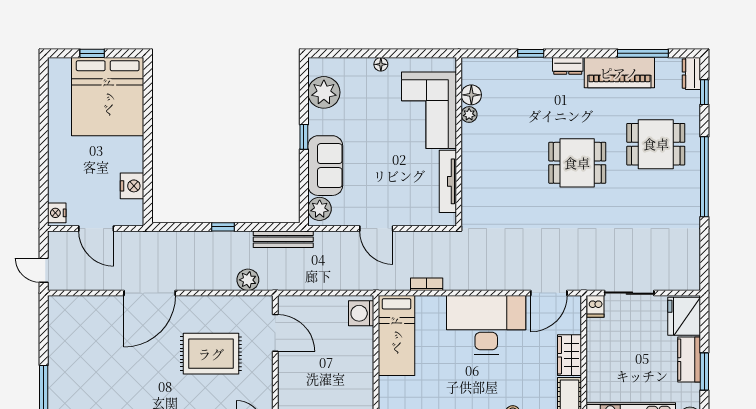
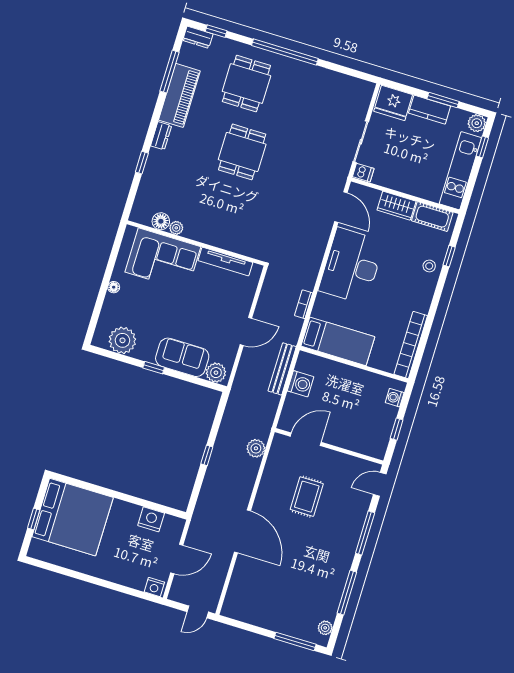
bench: (283, 239) -> (282, 369), moved
washing machine: (361, 313) -> (301, 384), moved, turned -90
rug: (211, 354) -> (307, 497), width x0.73, depth x0.70

